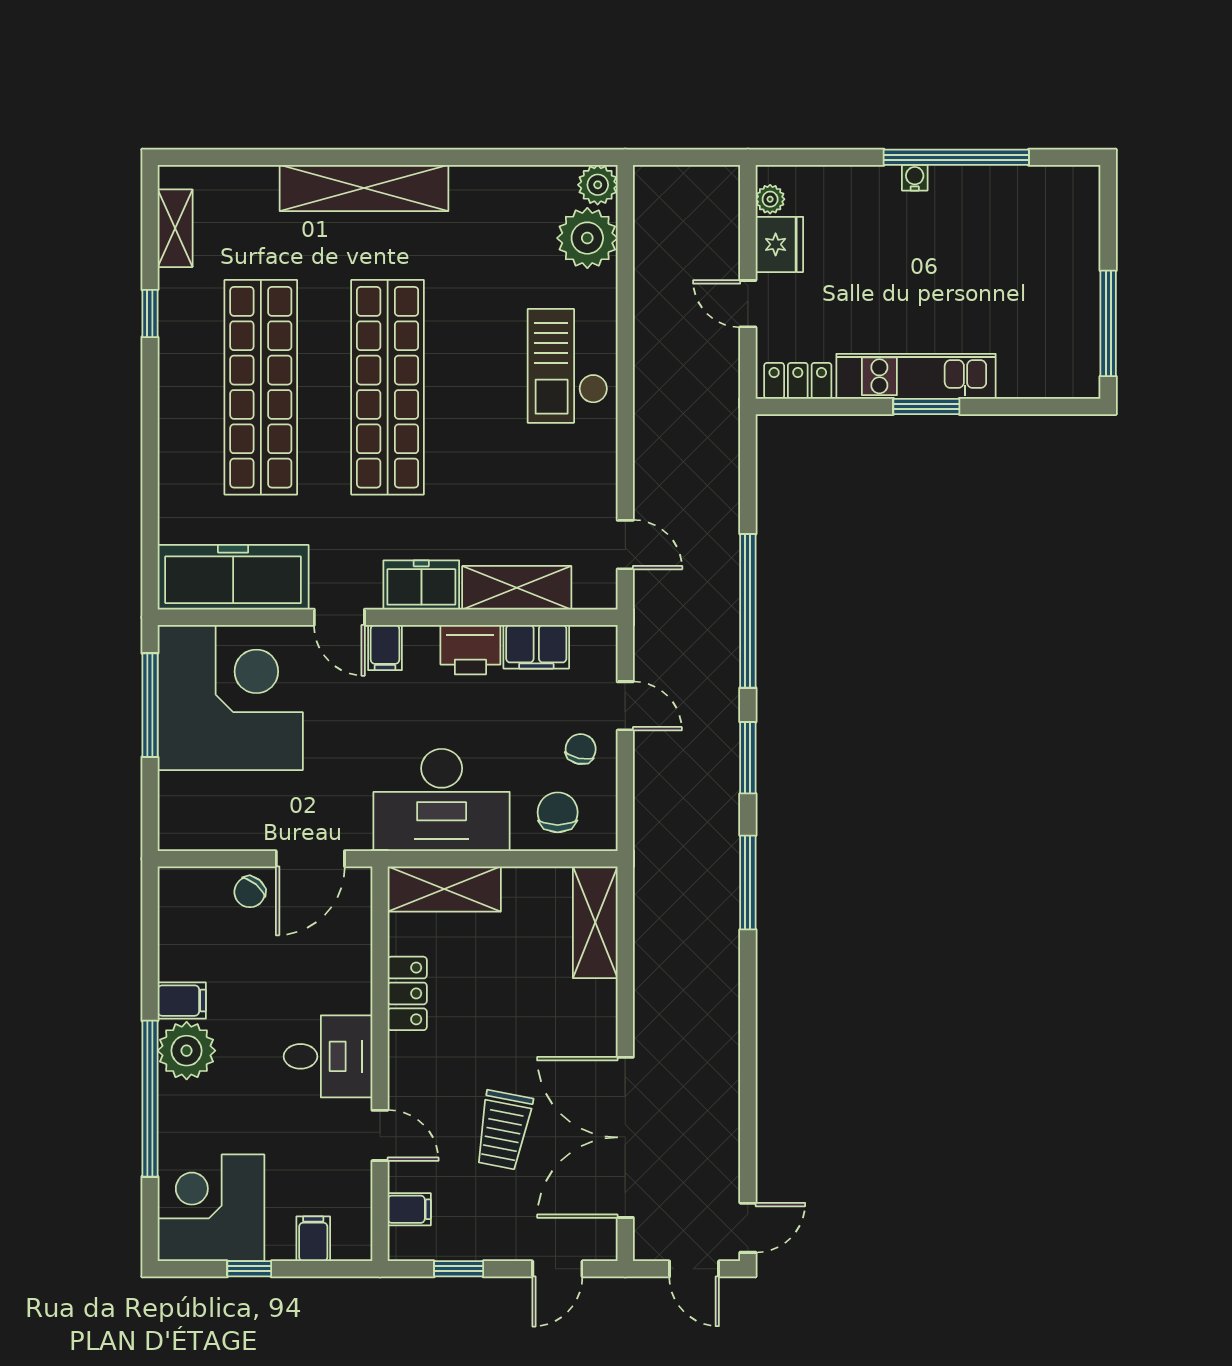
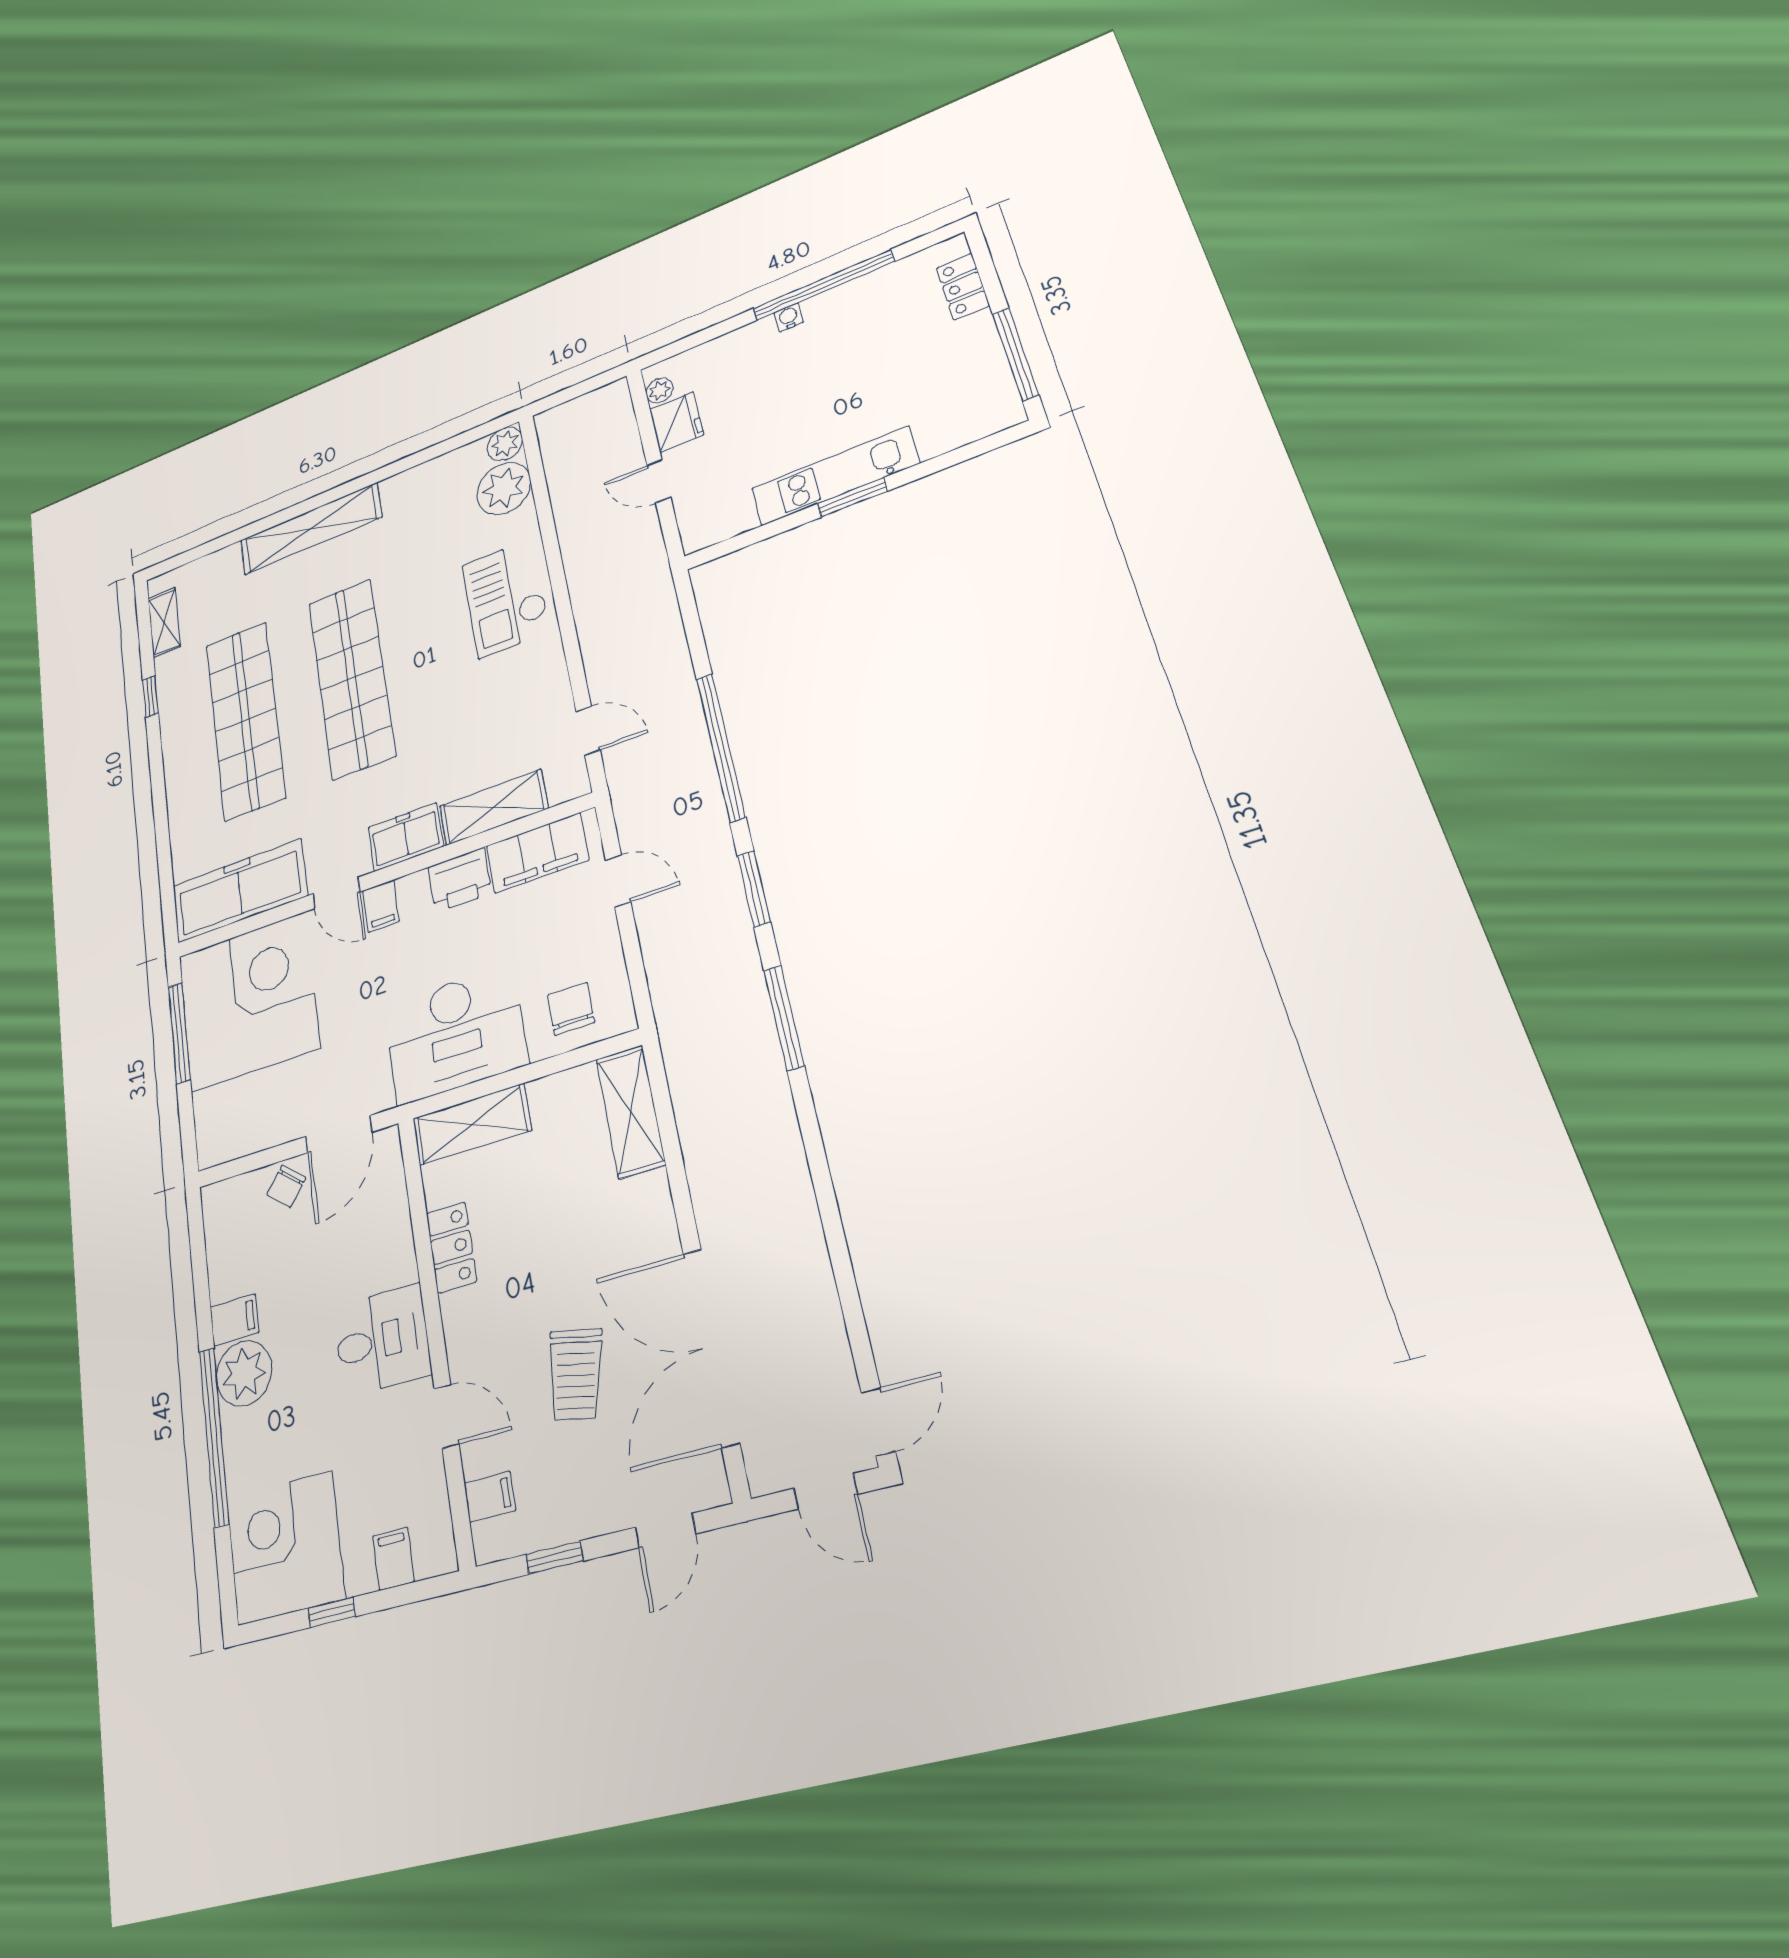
locker: (798, 381) -> (963, 287), moved, turned -90
filing cabinet: (536, 647) -> (537, 853), width x1.50, depth x1.17
chair: (581, 749) -> (582, 938), removed

